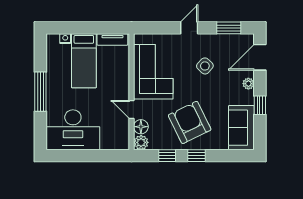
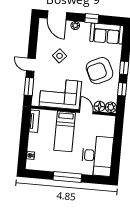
window: (229, 28) -> (29, 86), moved
bed: (84, 61) -> (65, 131), moved, turned 90
door: (131, 109) -> (86, 112), swing flipped

